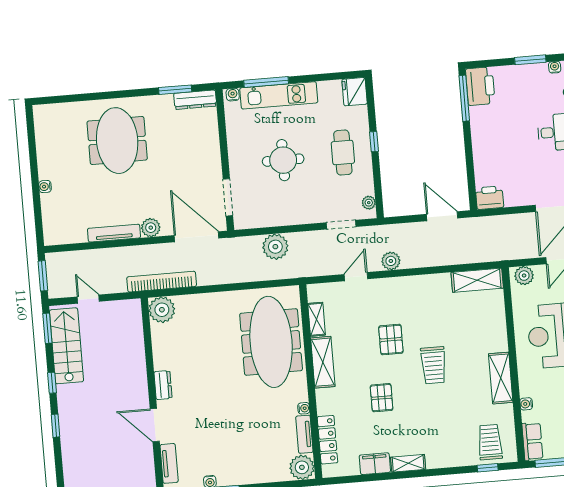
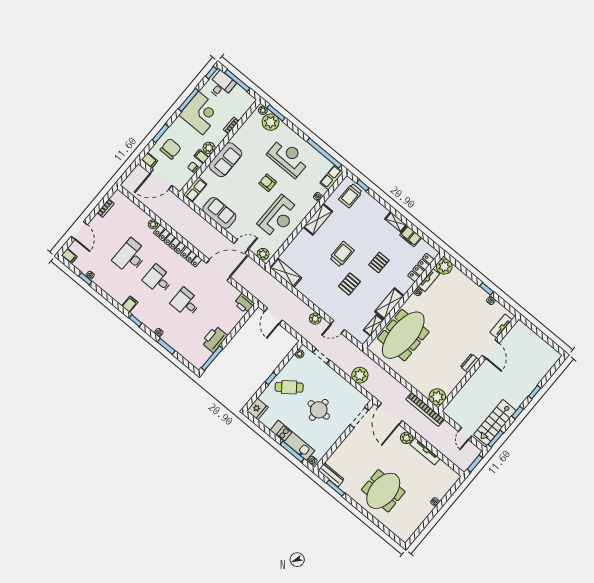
printer: (480, 86) -> (214, 339), moved
cafe table: (343, 153) -> (289, 387), turned 52

